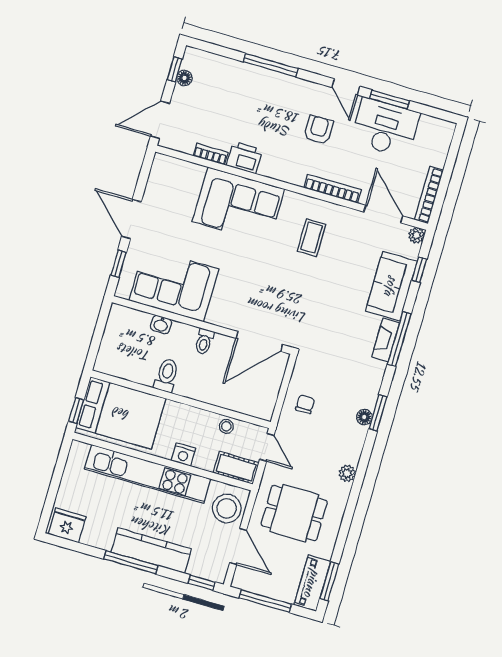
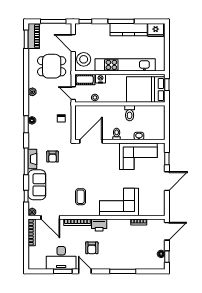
printer: (244, 158) -> (99, 225), moved
door: (131, 219) -> (167, 181), hinge flipped
armchair: (344, 333) -> (53, 157), added
nightstand: (183, 455) -> (101, 79), moved
kitchen counter: (151, 551) -> (129, 30), moved

